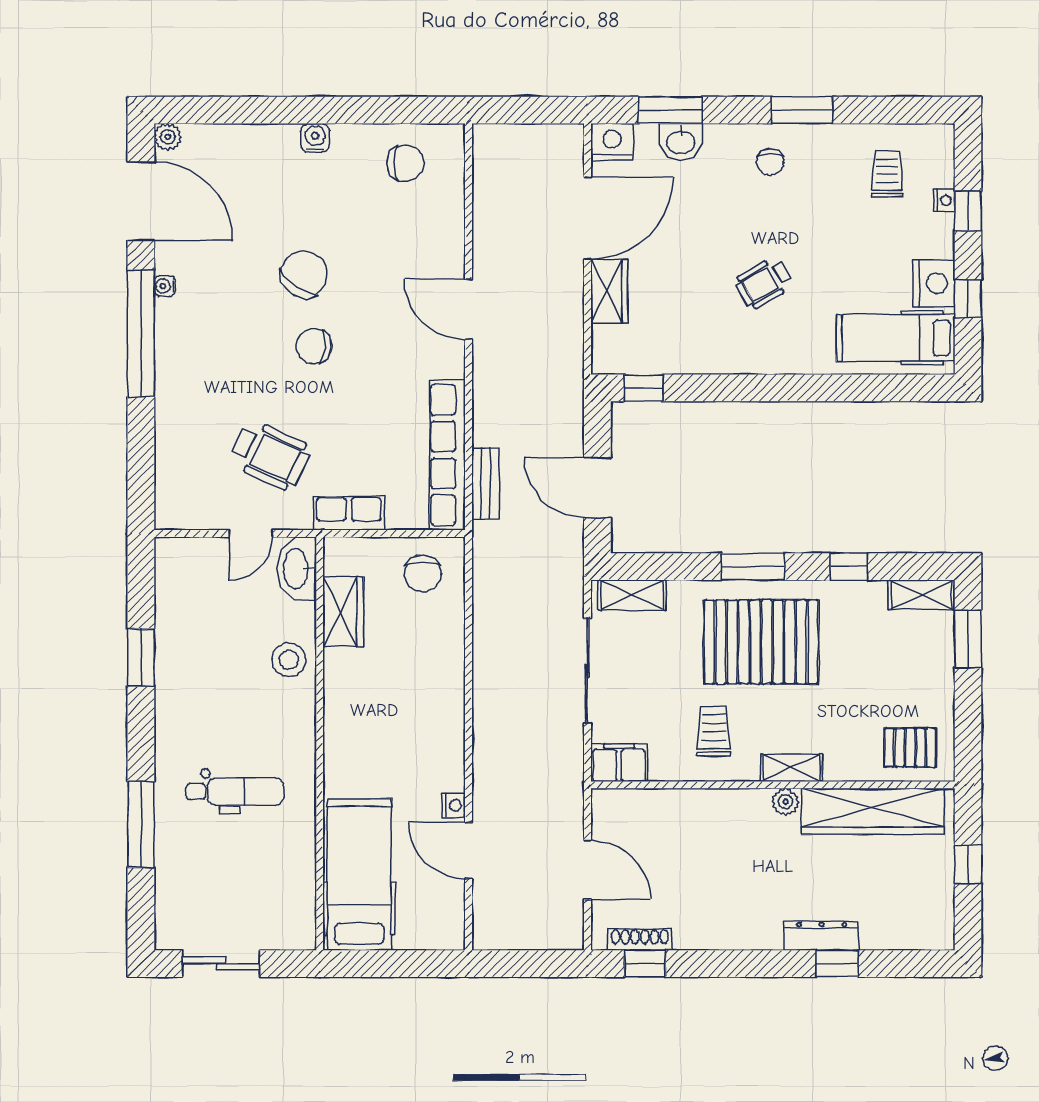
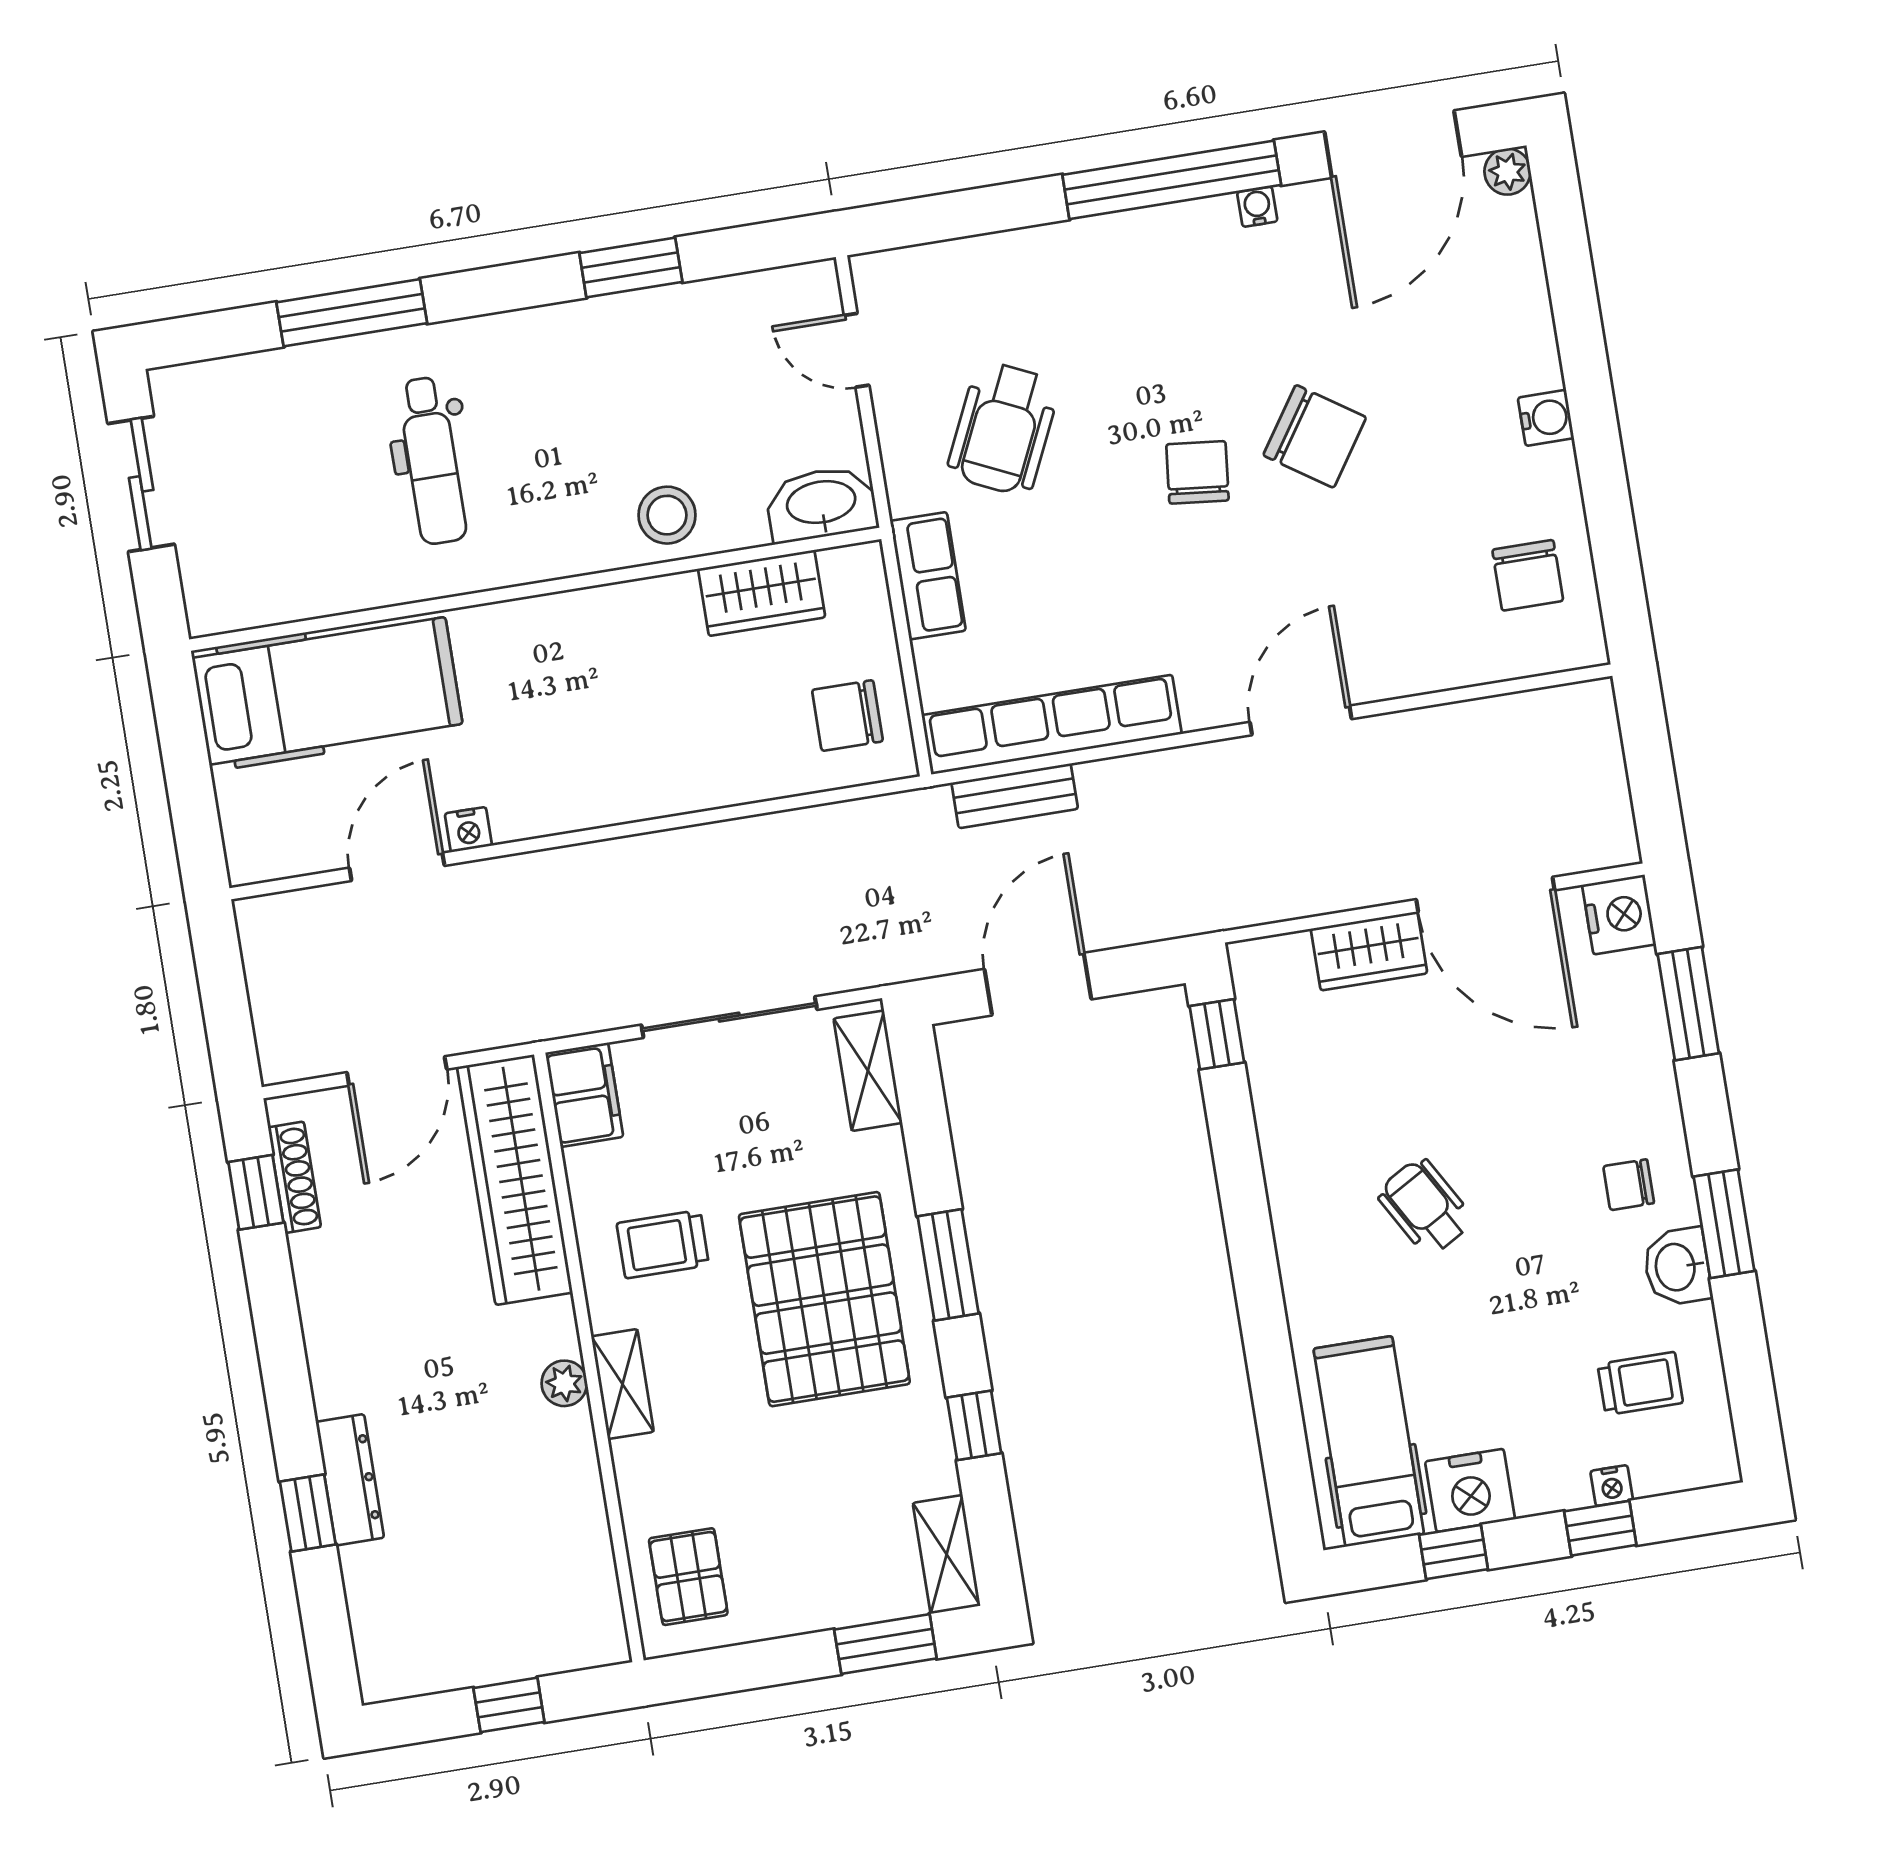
washbasin: (681, 141) -> (1677, 1267), moved
door: (251, 533) -> (857, 350), moved
trolley: (714, 731) -> (663, 1244), turned 180
wardrobe: (873, 811) -> (515, 1180), moved

